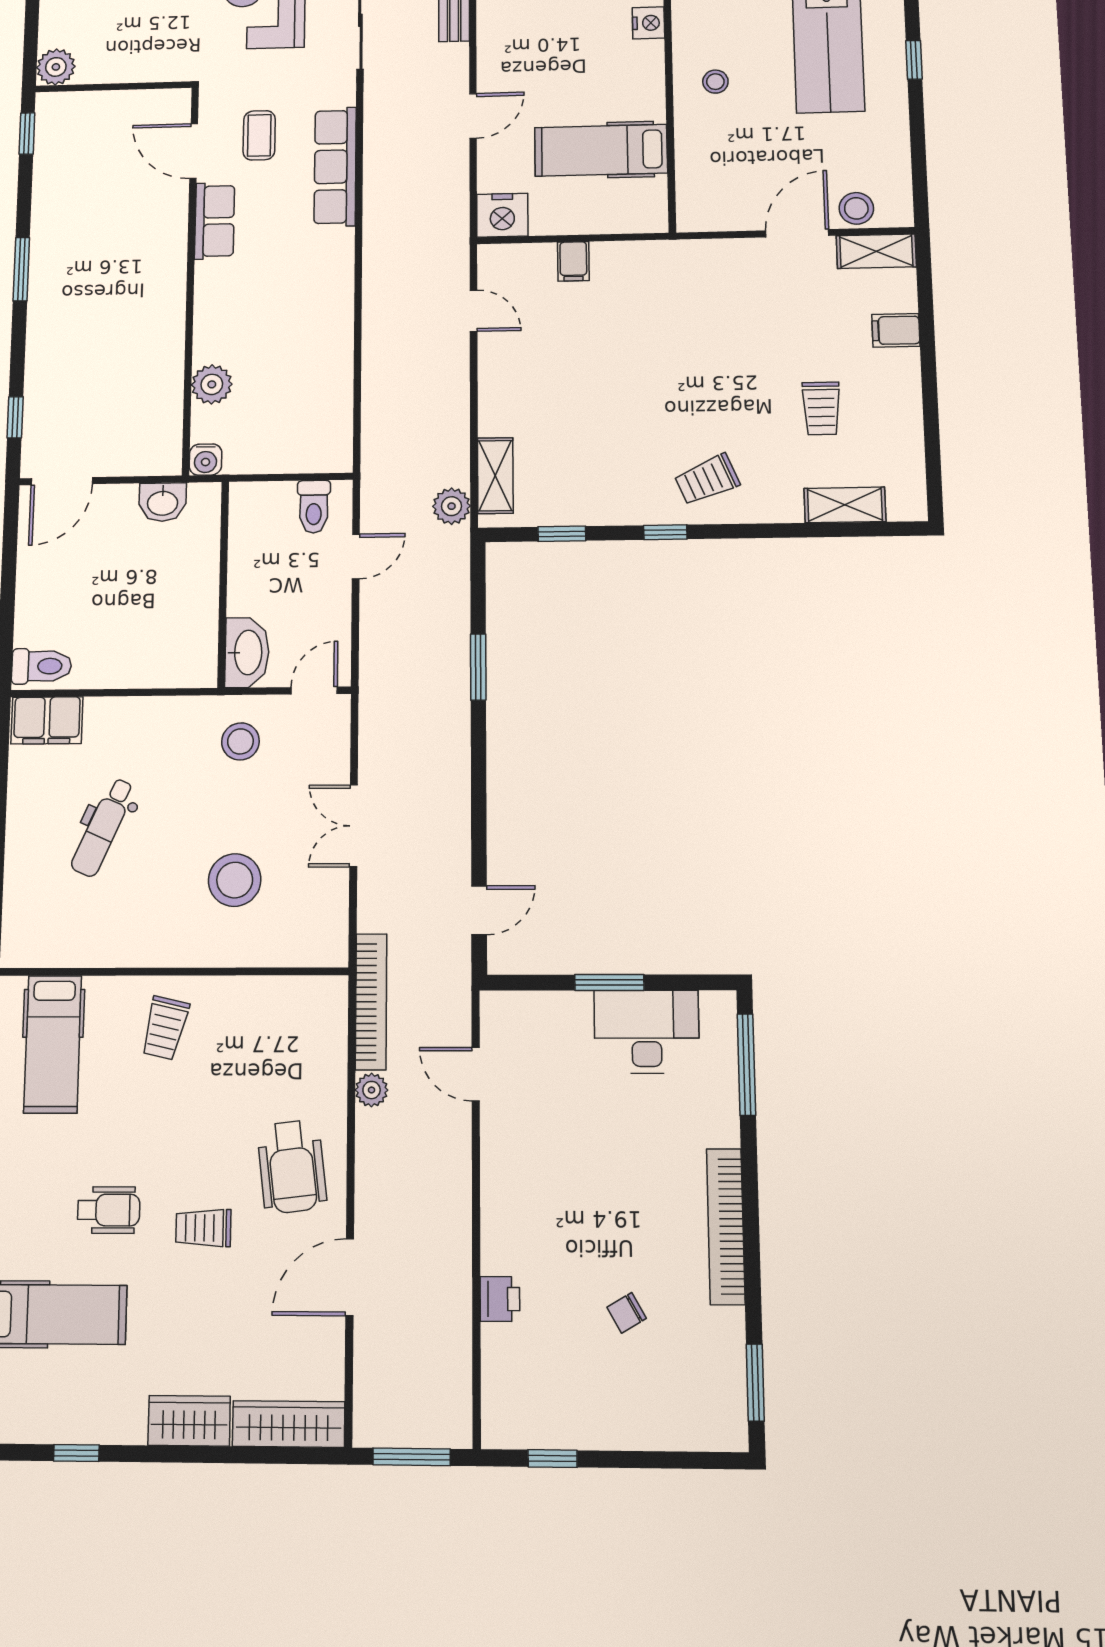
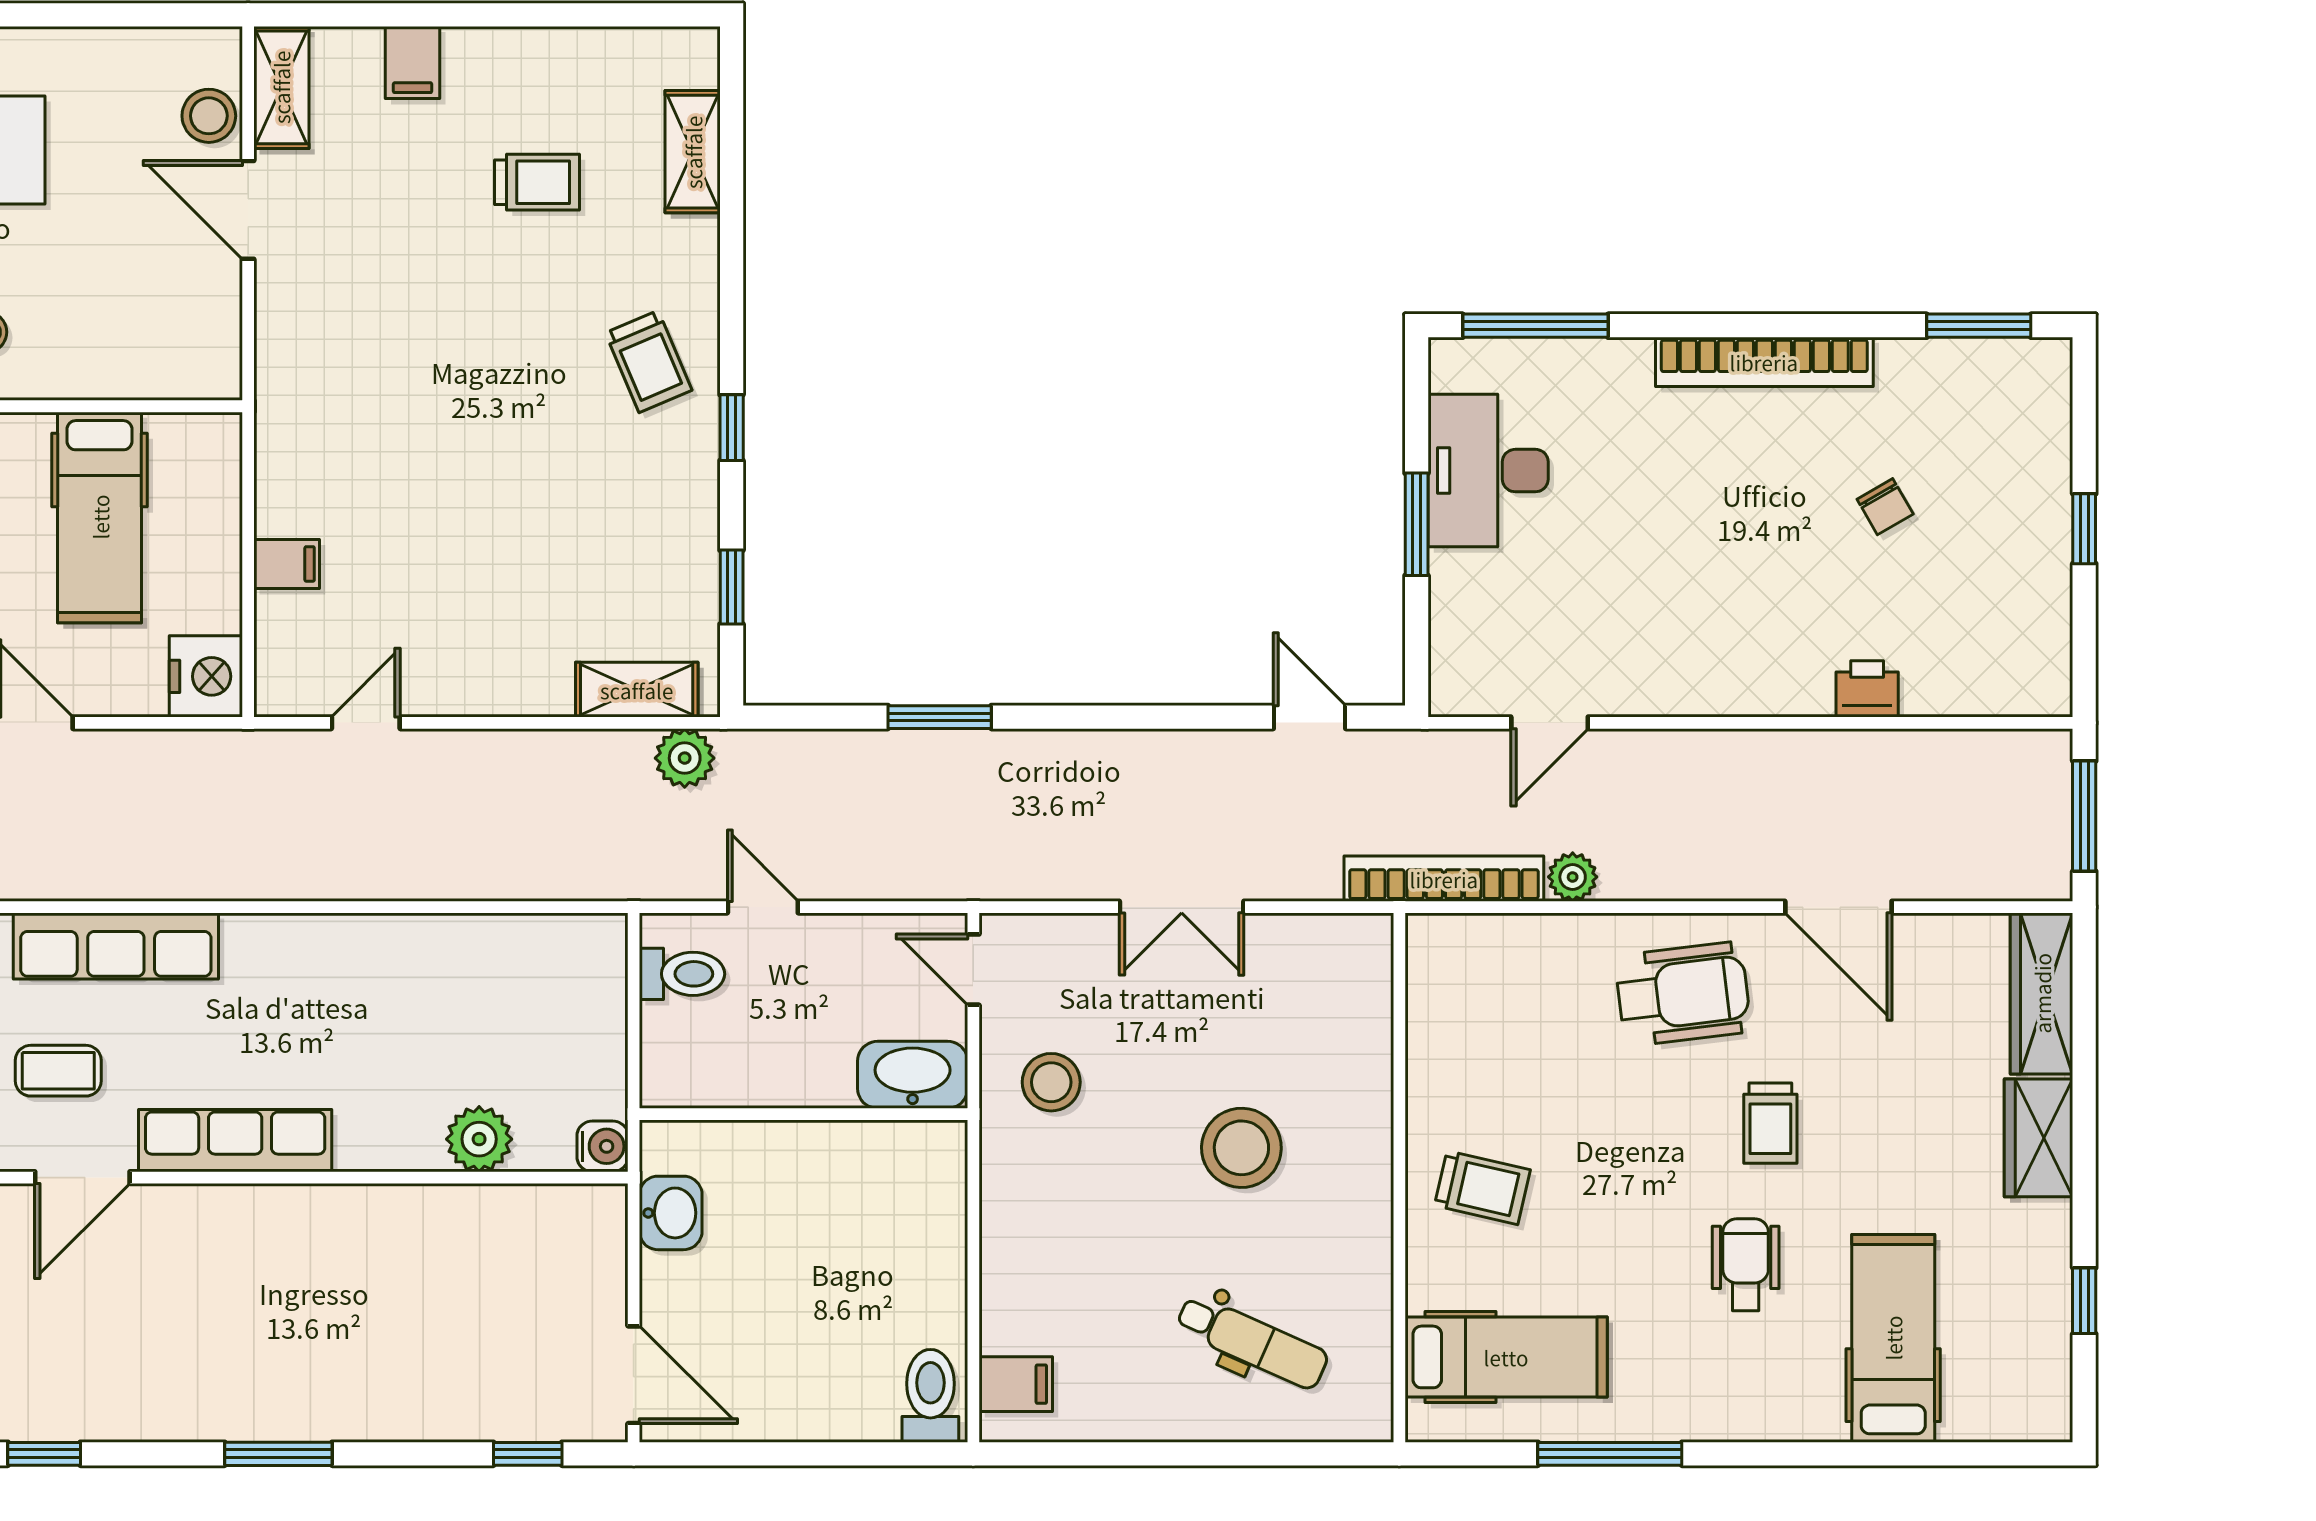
row of seats: (215, 221) -> (235, 1141), width x1.48
filing cabinet: (47, 720) -> (1016, 1384), width x0.50
dental chair: (103, 827) -> (1252, 1342), moved
stool: (235, 880) -> (1241, 1148), moved
window: (553, 1459) -> (2084, 529), moved

